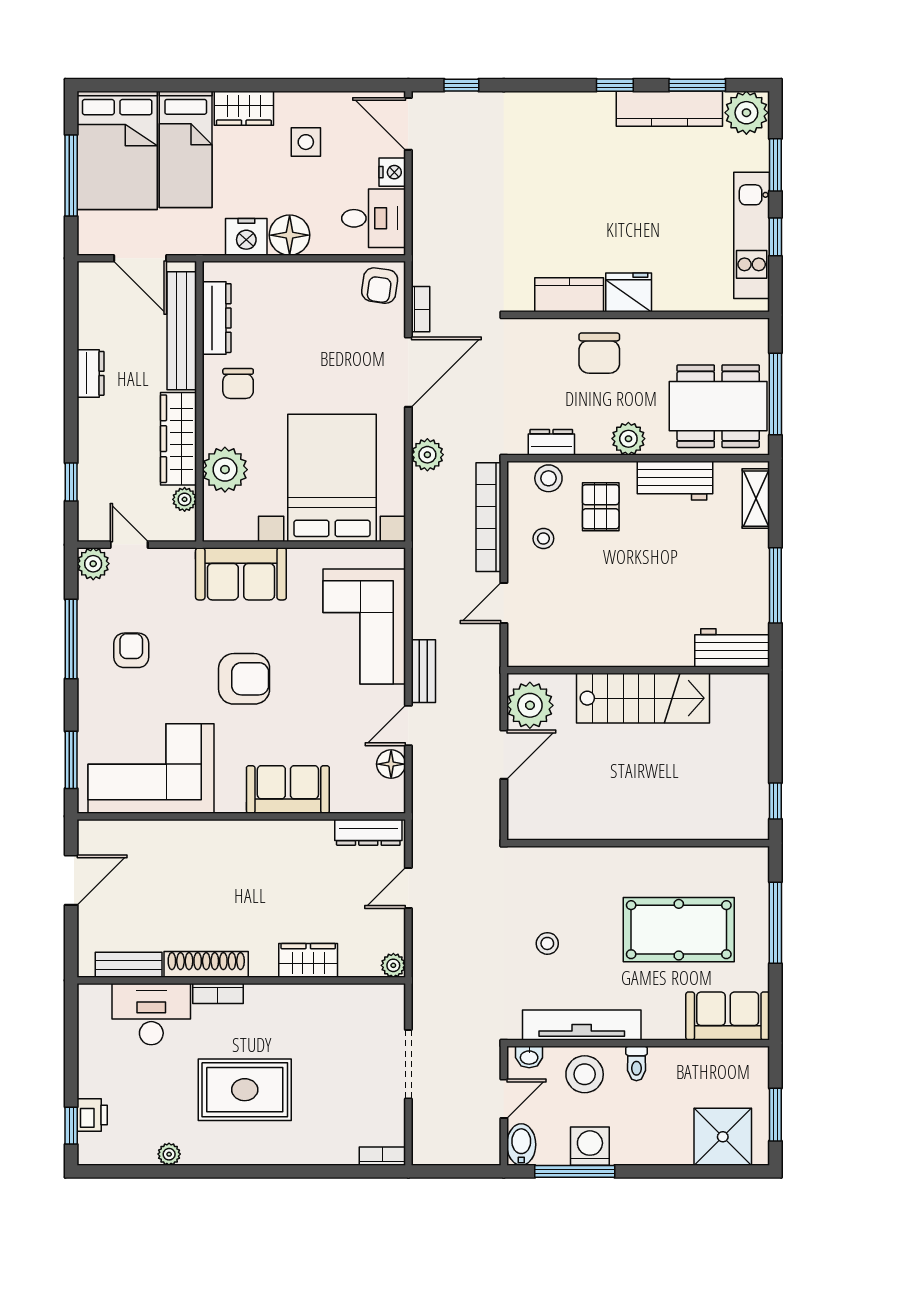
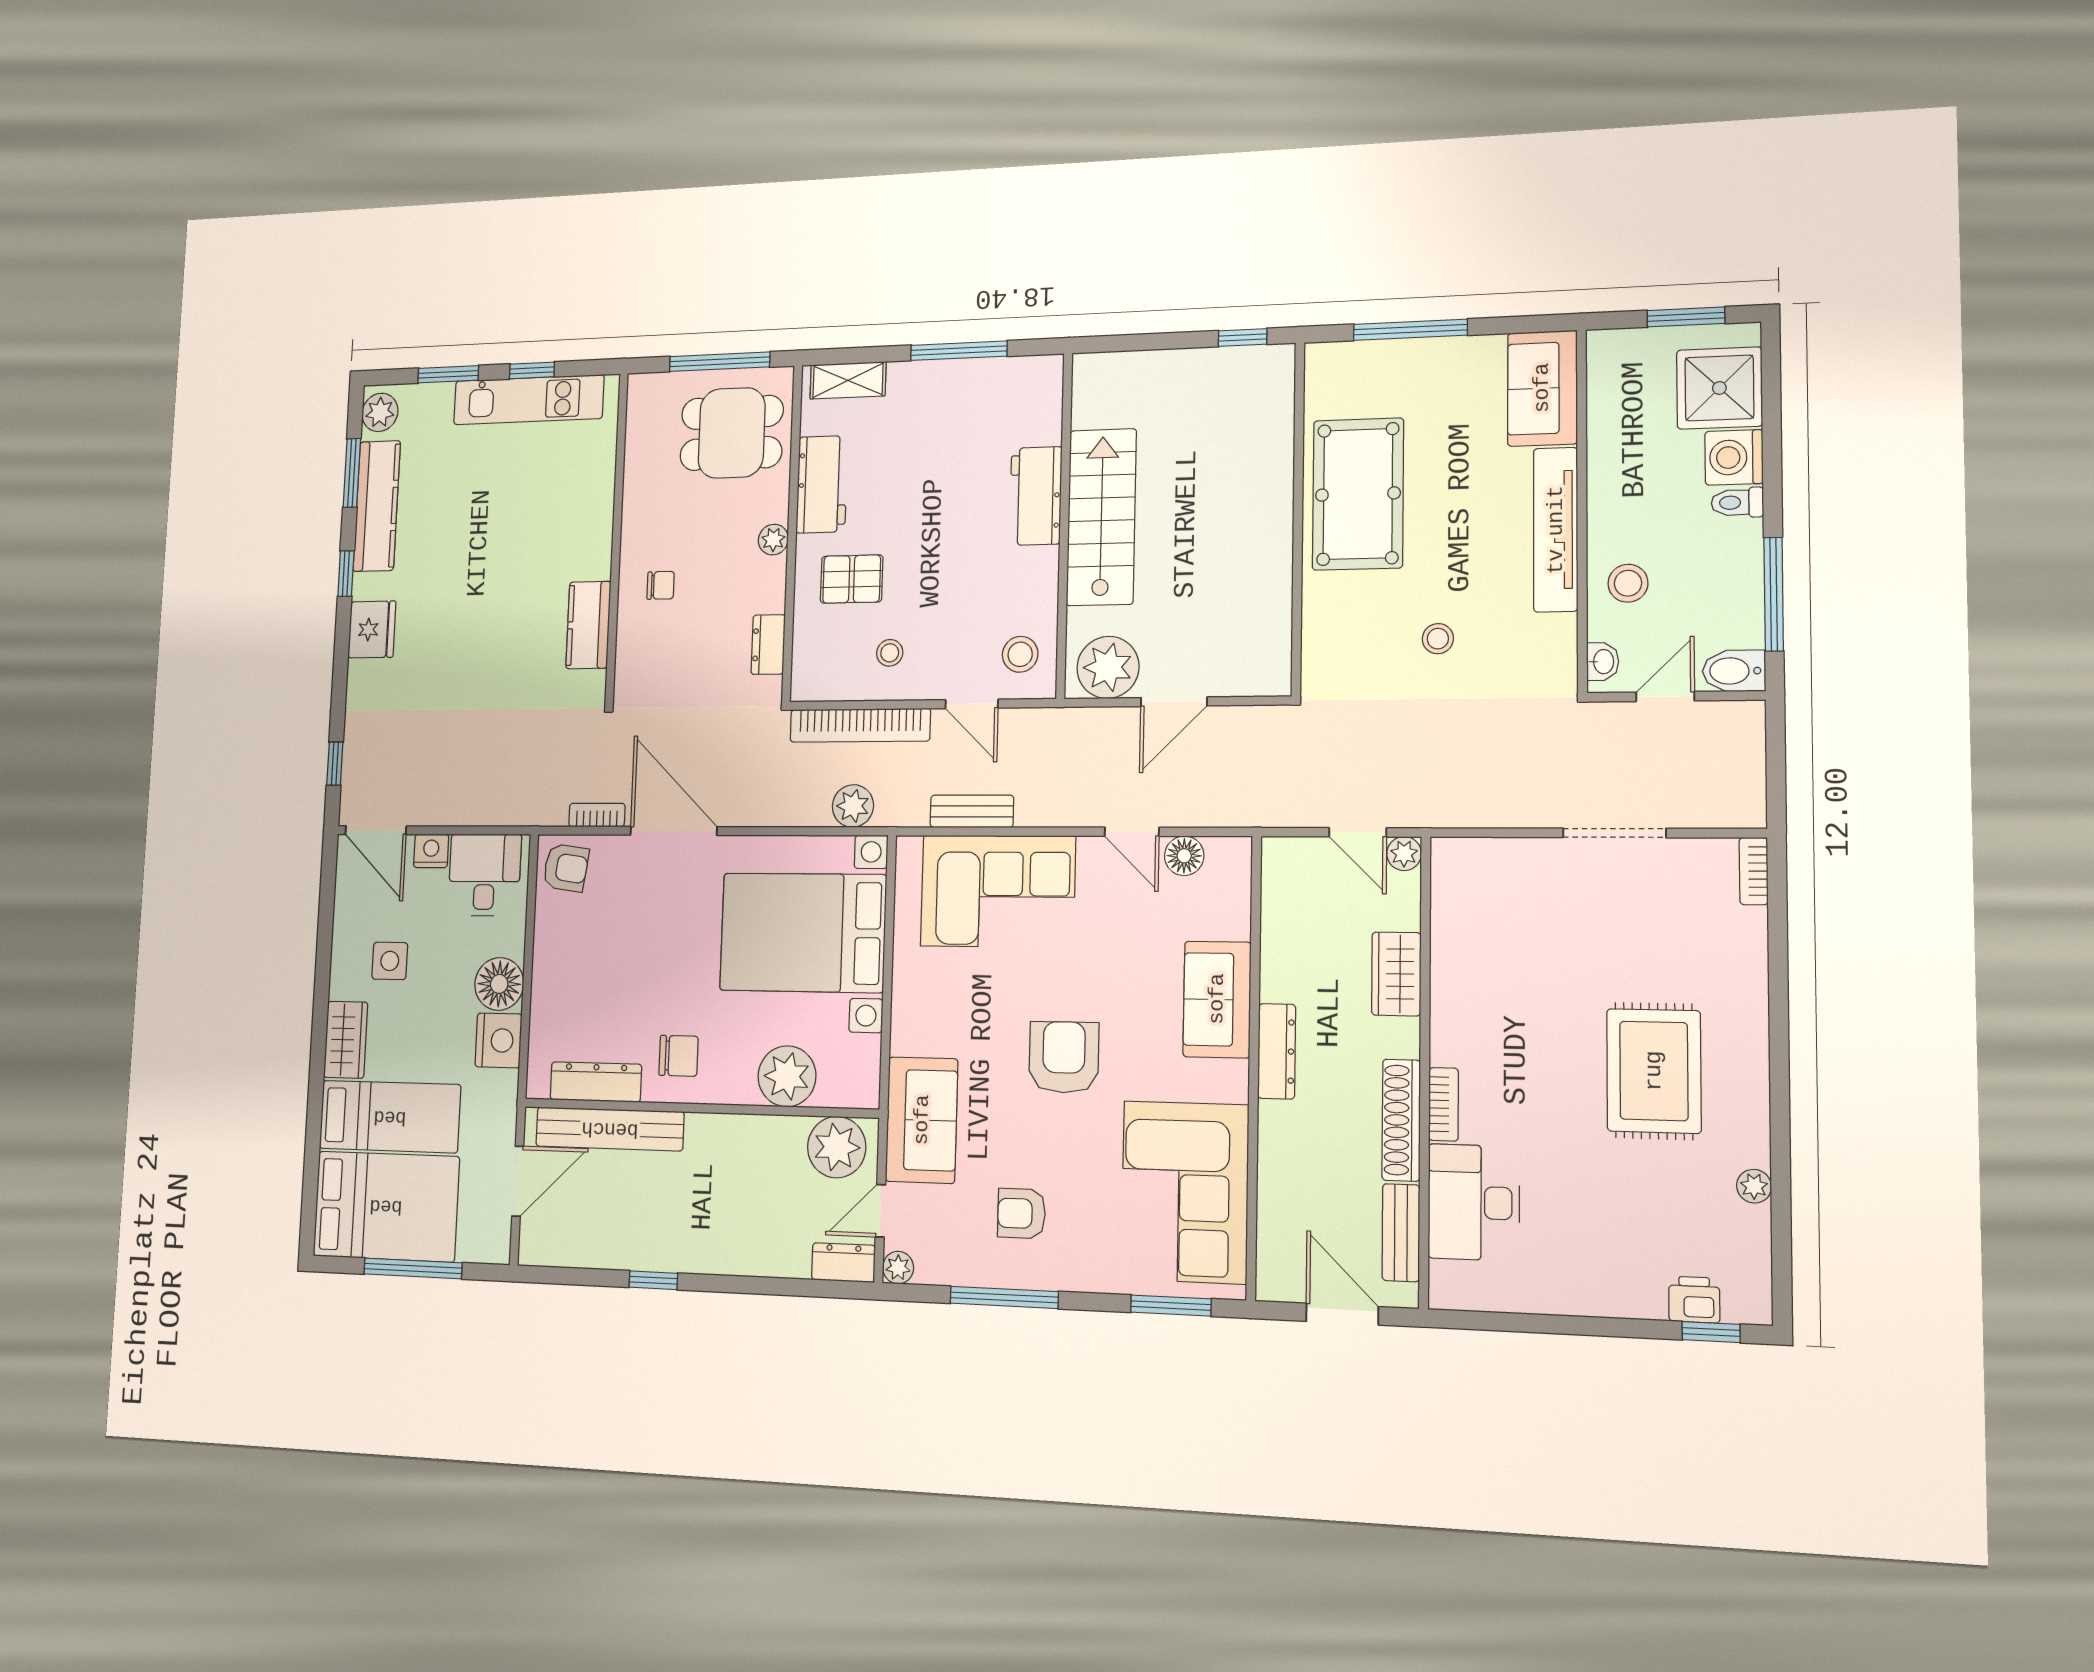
plant: (746, 113) -> (380, 412), width x0.73, depth x0.73
door: (408, 124) -> (376, 830), hinge flipped
fridge: (629, 292) -> (372, 629), moved, turned 180
chair: (599, 353) -> (661, 585), width x0.54, depth x0.54
dresser: (91, 373) -> (843, 1263), moved
dining table: (718, 406) -> (732, 433), width x0.73
wardrobe: (179, 439) -> (745, 1138), removed
plant: (628, 439) -> (773, 540), width x0.73, depth x0.73
plant: (427, 455) -> (853, 806), moved
stool: (548, 478) -> (1020, 654), moved
window: (71, 482) -> (653, 1280), moved
plant: (185, 499) -> (837, 1147), width x1.87, depth x1.87
plant: (93, 564) -> (898, 1268), width x0.73, depth x0.73
sofa: (241, 574) -> (922, 1120), moved
workbench: (732, 648) -> (1036, 496), moved
bench: (423, 671) -> (972, 811), moved
door: (504, 755) -> (1174, 702), swing flipped
dresser: (368, 832) -> (1277, 1051), moved
pool table: (679, 930) -> (1358, 494), moved
wardrobe: (308, 960) -> (1396, 974), moved
shoe rack: (206, 964) -> (1401, 1120), moved
bench: (129, 965) -> (1401, 1233), moved
plant: (393, 965) -> (1404, 854), moved
wall: (241, 980) -> (1425, 1070), moved
bookcase: (218, 993) -> (1444, 1104), moved
desk: (151, 1014) -> (1474, 1202), moved
tv unit: (582, 1025) -> (1556, 530), moved
toilet: (636, 1063) -> (1737, 503), moved, turned 180
stool: (585, 1074) -> (1628, 583), width x0.73, depth x0.73
door: (504, 1099) -> (1665, 696), hinge flipped
washing machine: (590, 1146) -> (1734, 457), moved

